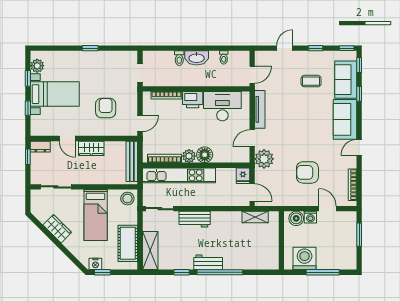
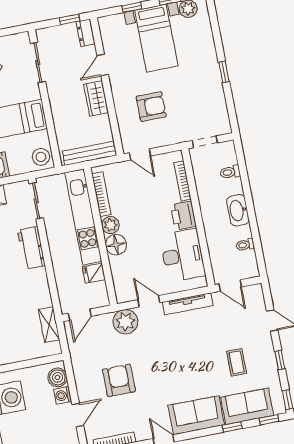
toilet: (179, 58) -> (230, 172), moved
fridge: (243, 176) -> (94, 273), moved

